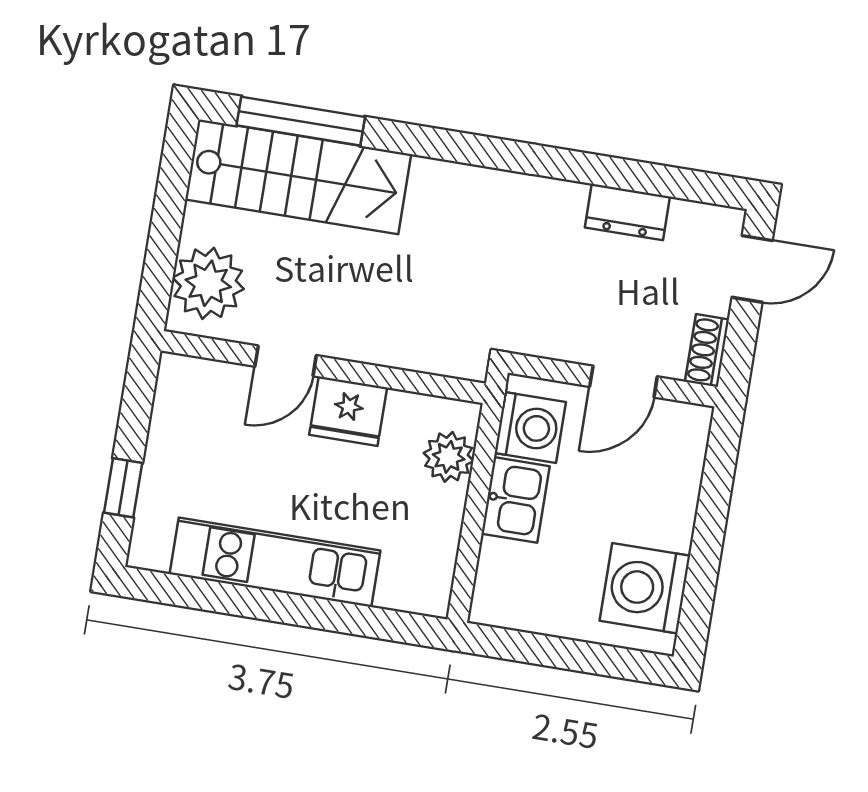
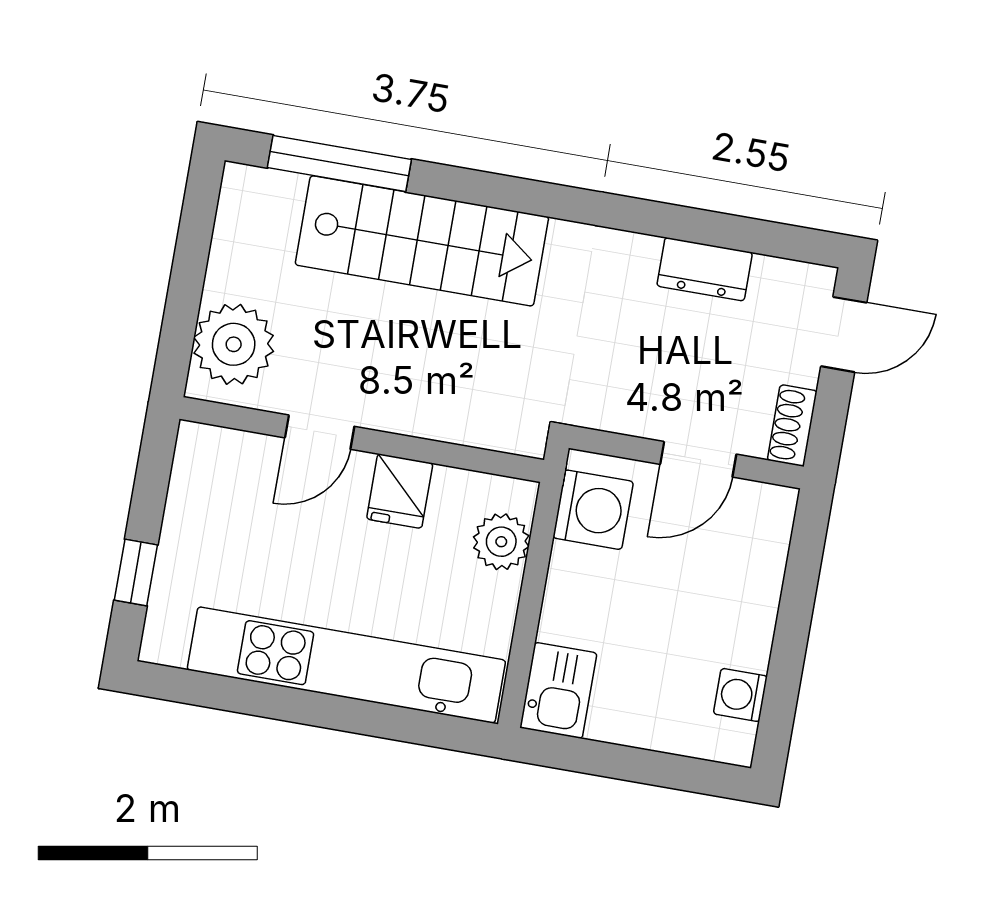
stairs: (298, 177) -> (422, 241), moved
fridge: (348, 411) -> (400, 491), width x0.72
kitchen sink: (515, 500) -> (558, 690), moved
kitchen unit: (275, 562) -> (346, 665), width x1.36
washing machine: (645, 588) -> (740, 695), width x0.53, depth x0.53

